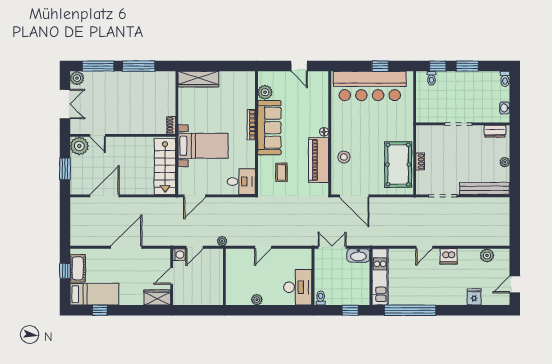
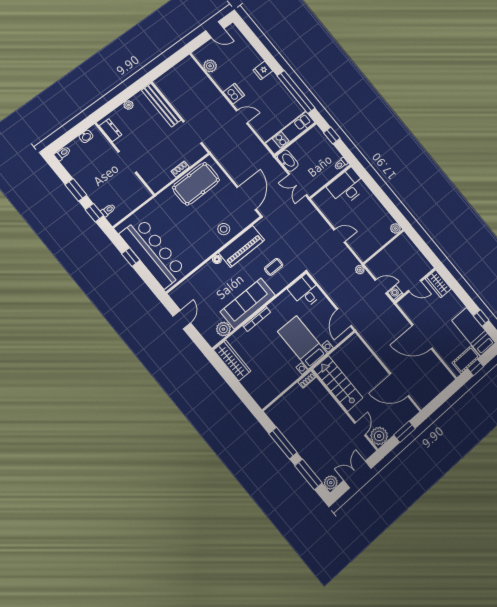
wardrobe: (198, 79) -> (232, 361), moved
stairs: (165, 166) -> (338, 383), moved, turned -90
door: (195, 196) -> (344, 318), swing flipped
fridge: (474, 297) -> (263, 70), moved
plant: (257, 300) -> (395, 228), moved

